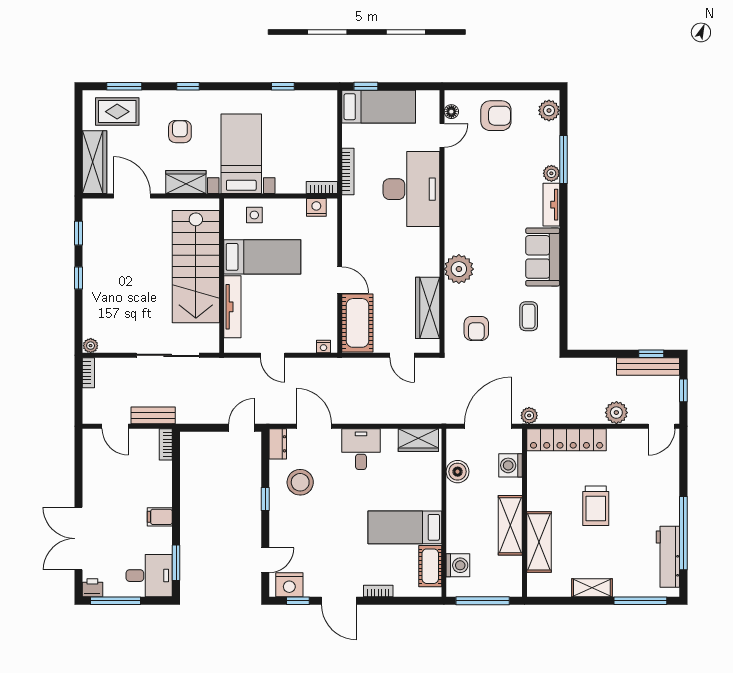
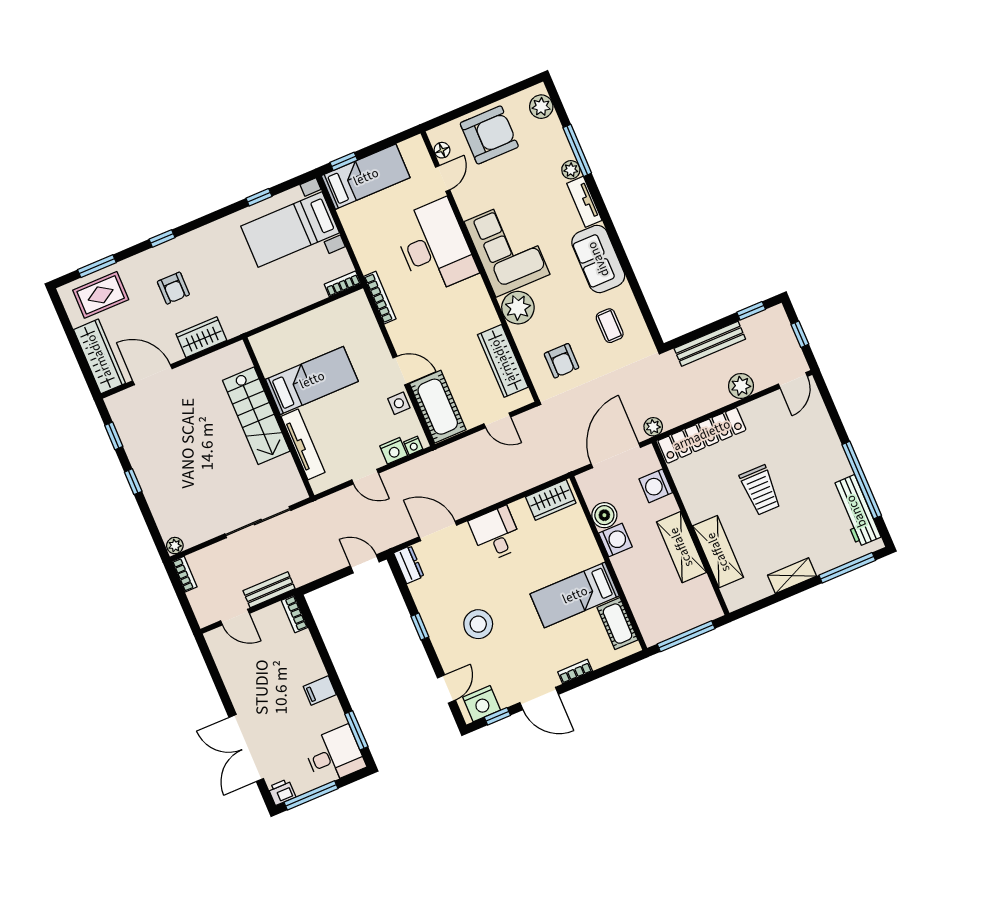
armchair: (496, 116) -> (489, 135), width x1.36, depth x1.36
armchair: (180, 132) -> (173, 288), turned 180
bed with nightstands: (241, 154) -> (290, 229), moved, turned -90
bookcase: (348, 171) -> (380, 298), moved
nightstand: (316, 207) -> (394, 451), moved, turned 180
side table: (254, 215) -> (399, 403), moved
corner sofa: (471, 216) -> (507, 248), added
stairs: (196, 267) -> (256, 416), width x0.73, depth x0.66
bench: (648, 366) -> (710, 344), moved
door: (242, 428) -> (365, 564), hinge flipped
stool: (300, 482) -> (478, 624), moved
washing machine: (458, 565) -> (615, 540), moved

